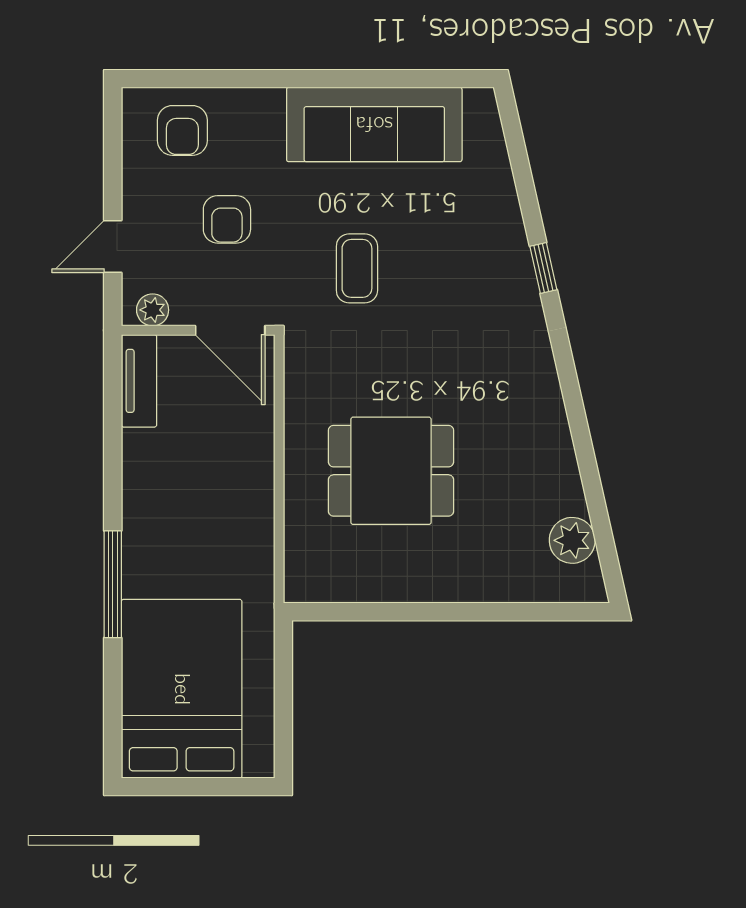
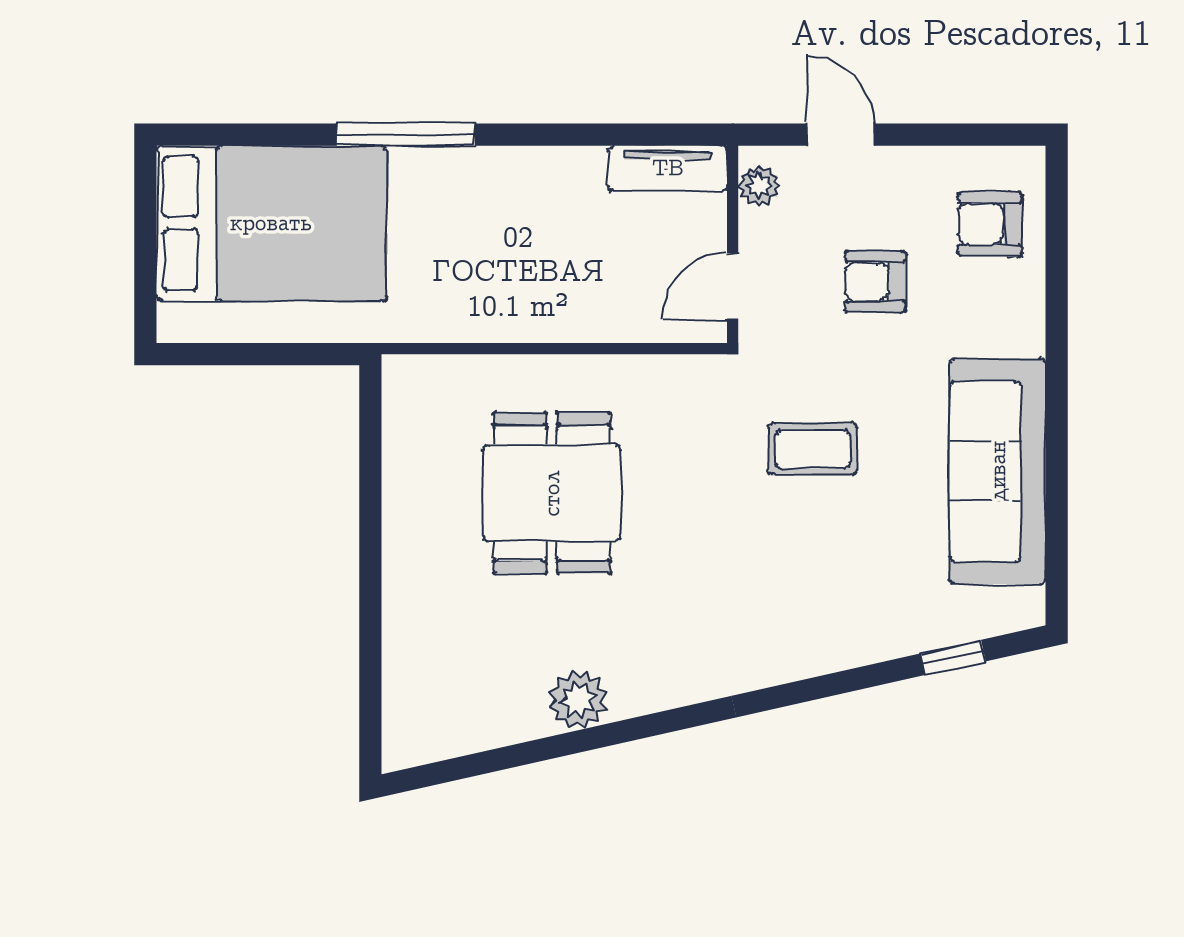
window: (543, 268) -> (953, 657), moved
door: (230, 330) -> (733, 286), width x0.73
plant: (572, 540) -> (578, 700), moved

